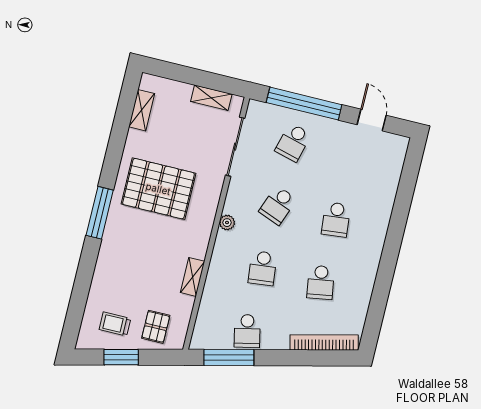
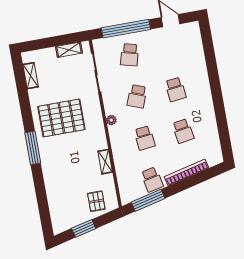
trolley: (115, 324) -> (71, 210), removed
bookcase: (324, 343) -> (187, 172), moved

